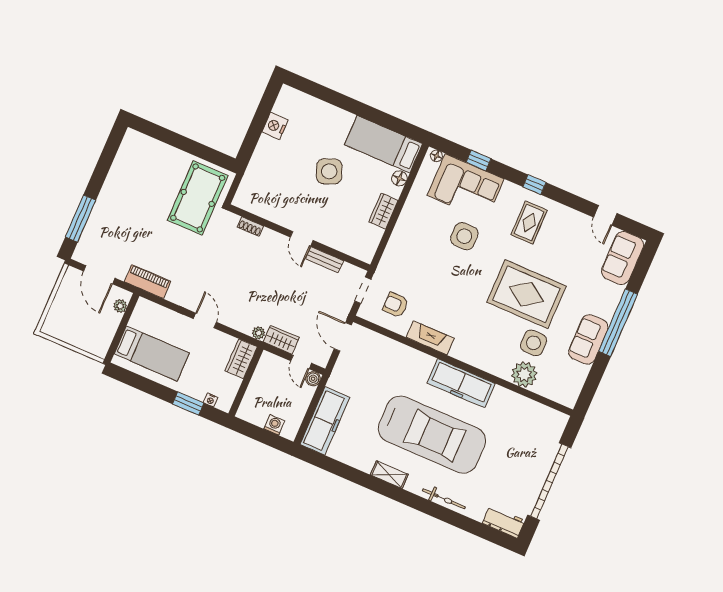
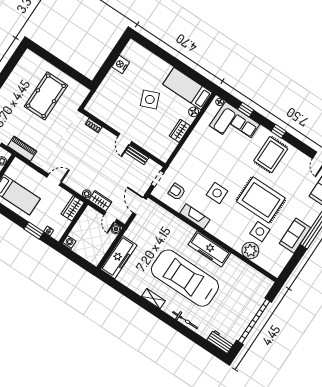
pool table: (198, 198) -> (46, 96), moved
rug: (529, 223) -> (271, 155), width x1.36, depth x1.43
side table: (464, 236) -> (217, 193), moved
door: (205, 320) -> (54, 180), hinge flipped
washing machine: (274, 425) -> (69, 243), moved
car: (432, 435) -> (185, 278), turned 180

